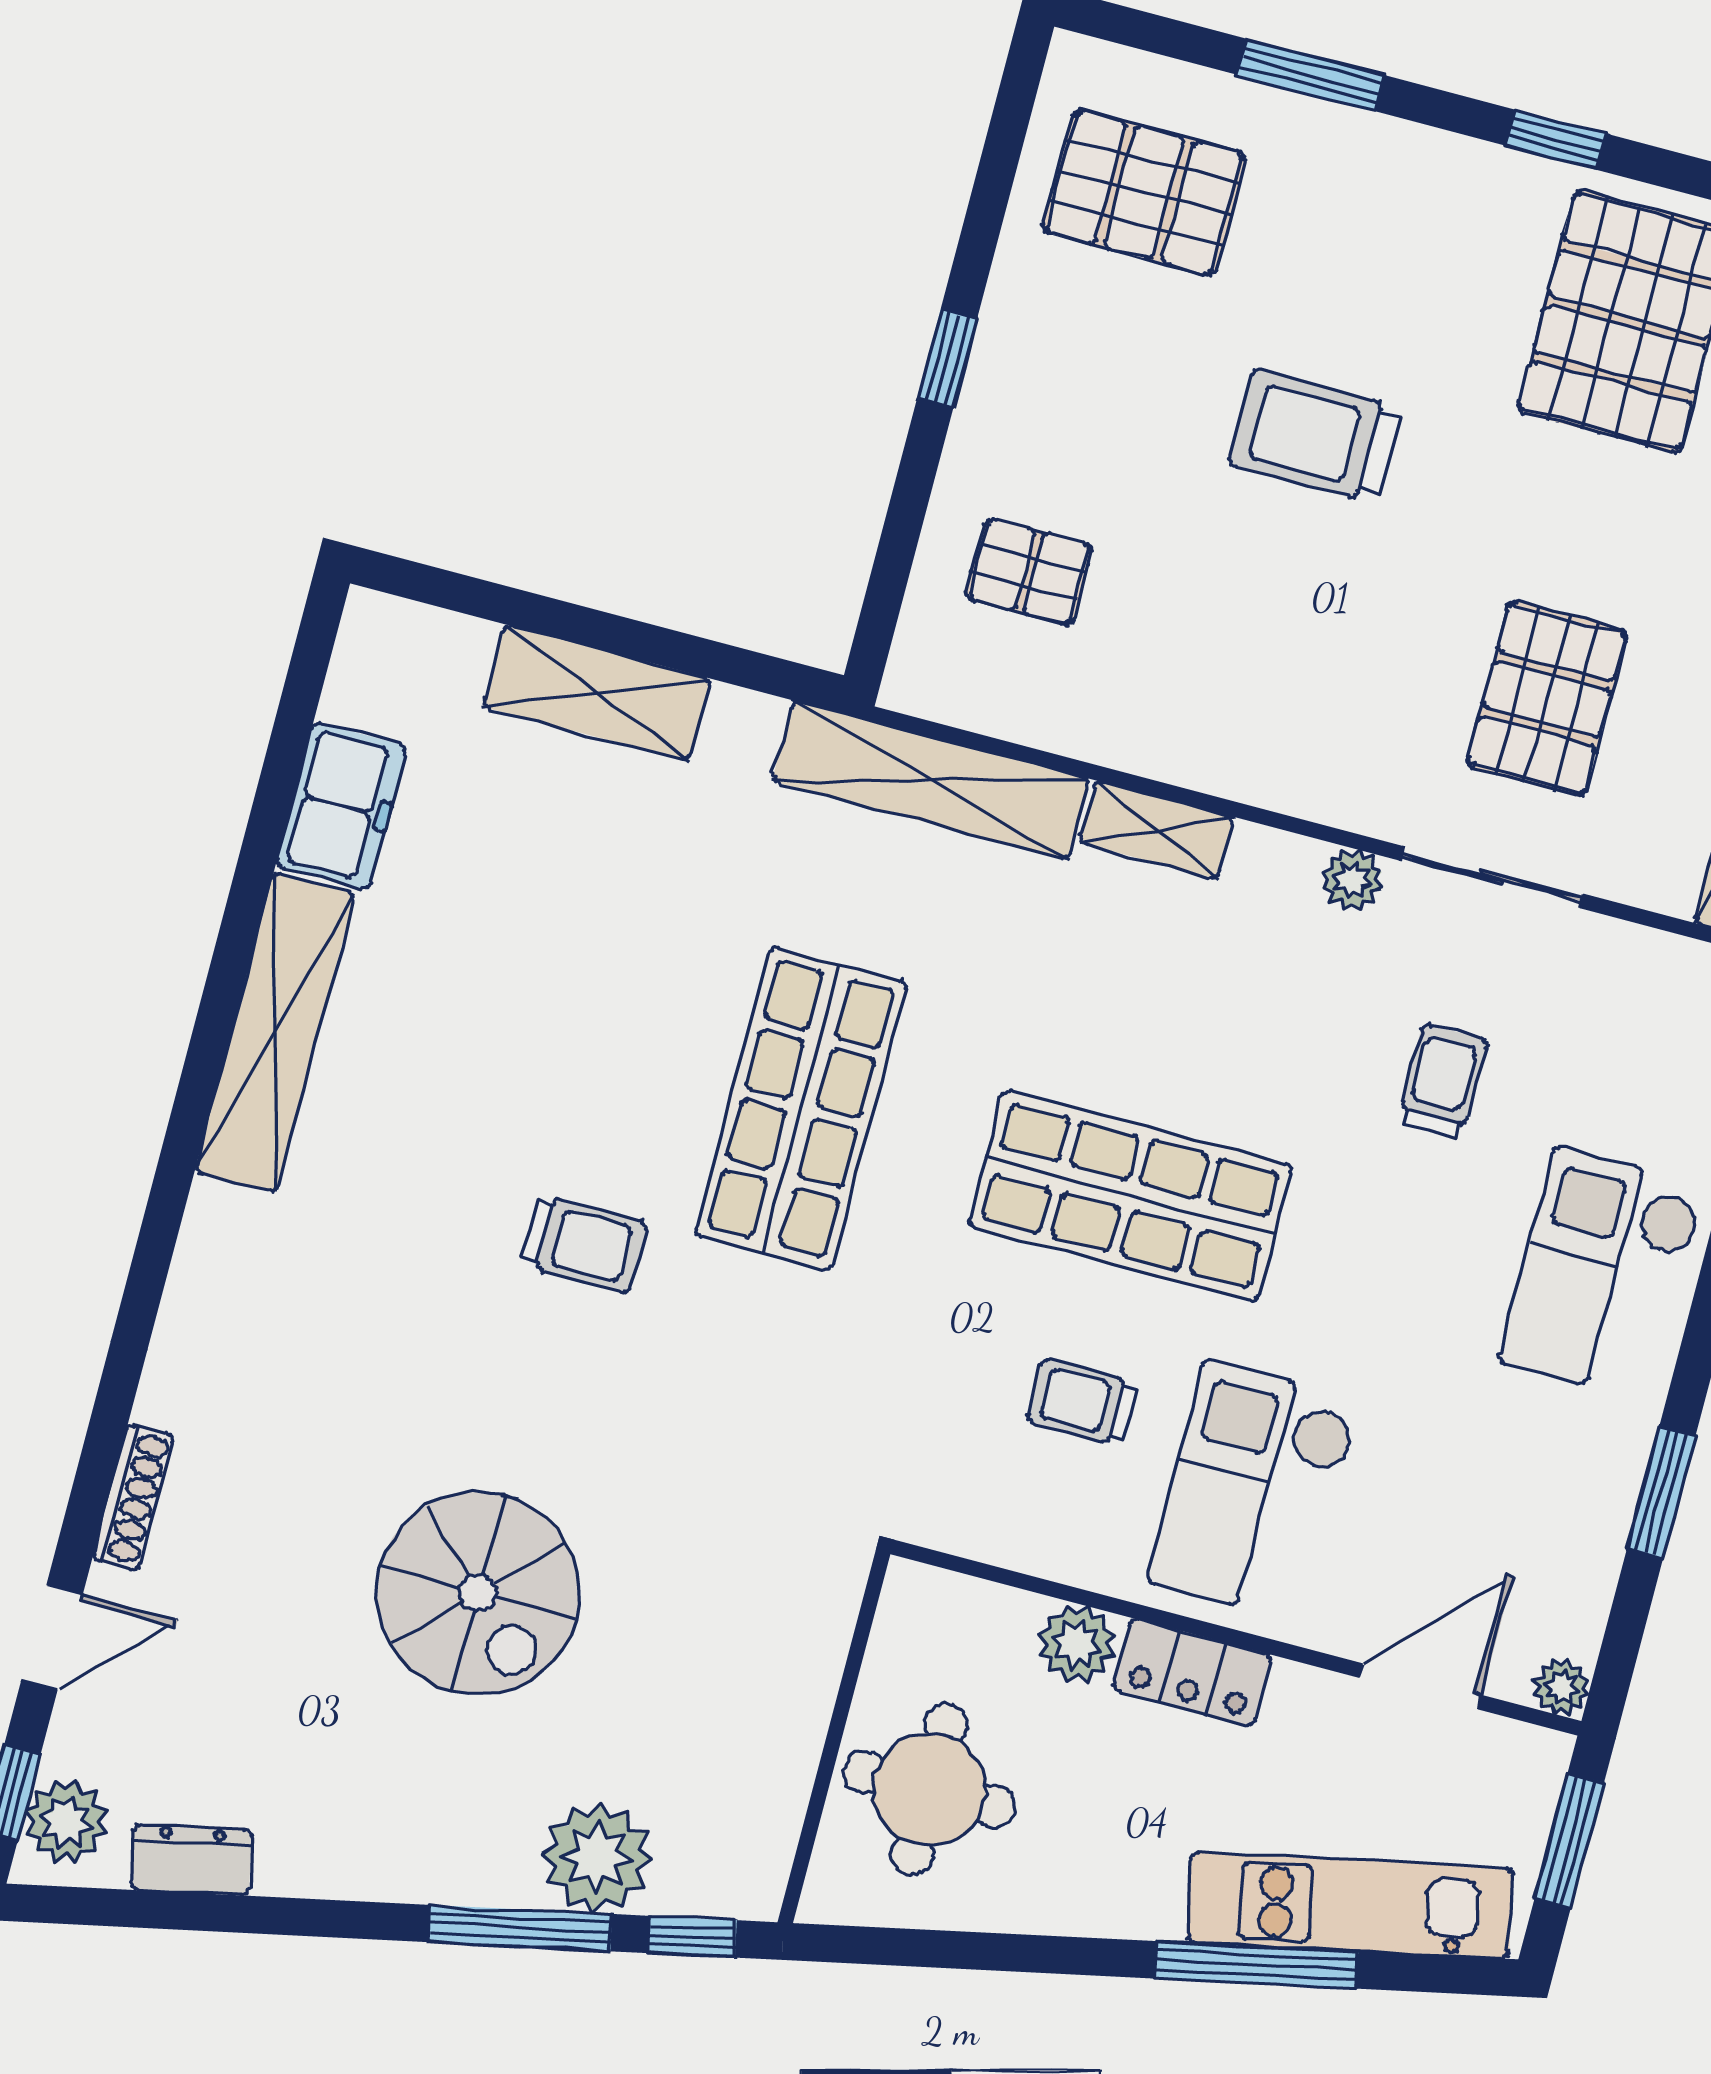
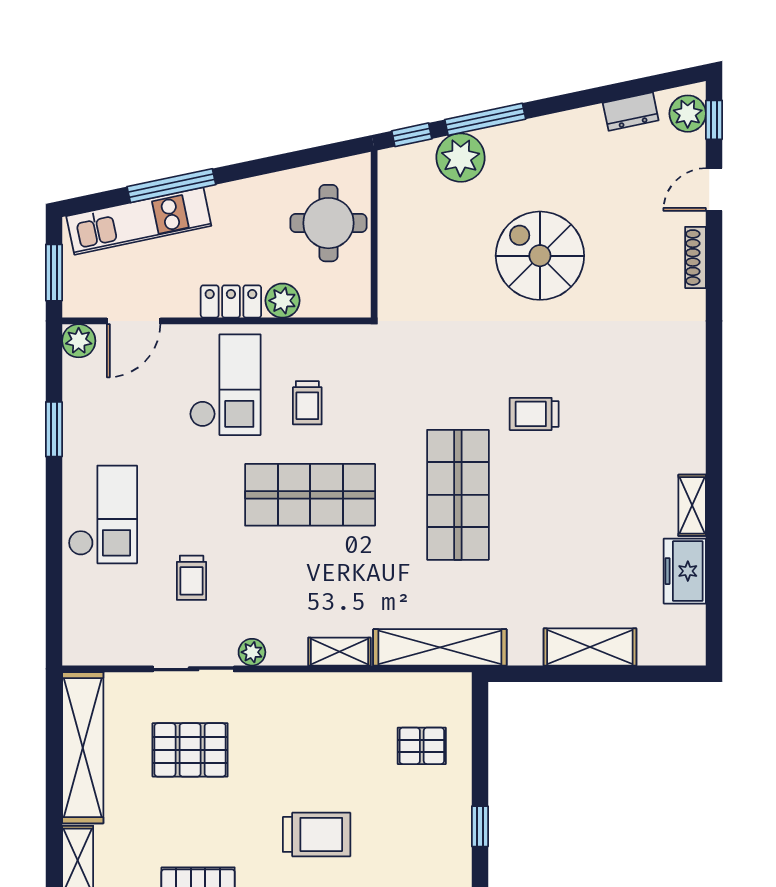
pallet: (1547, 699) -> (190, 750), turned 90
shelving: (275, 1032) -> (692, 505), width x0.45, depth x0.75
trolley: (1082, 1402) -> (307, 403), turned 90
plant: (1562, 1687) -> (79, 341), width x1.38, depth x1.38

